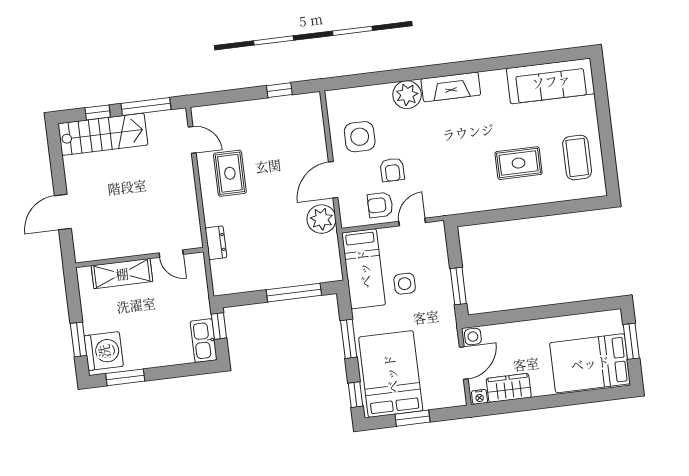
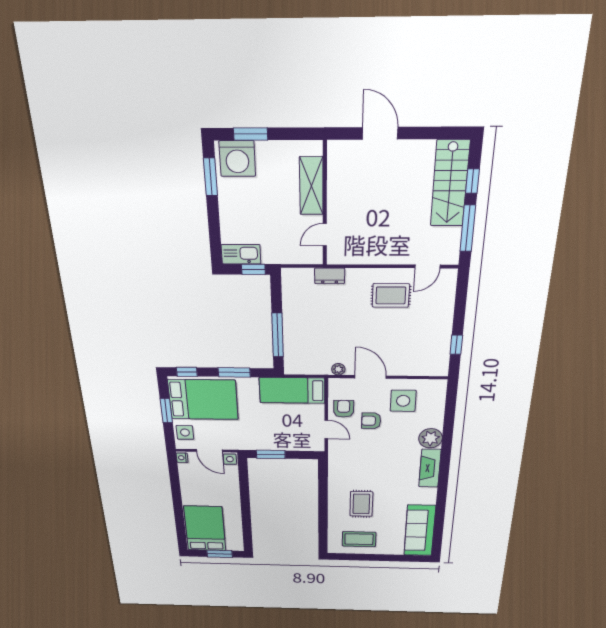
plant: (321, 219) -> (338, 369), width x0.53, depth x0.53
side table: (405, 284) -> (185, 432), moved
wardrobe: (509, 388) -> (188, 477), removed

